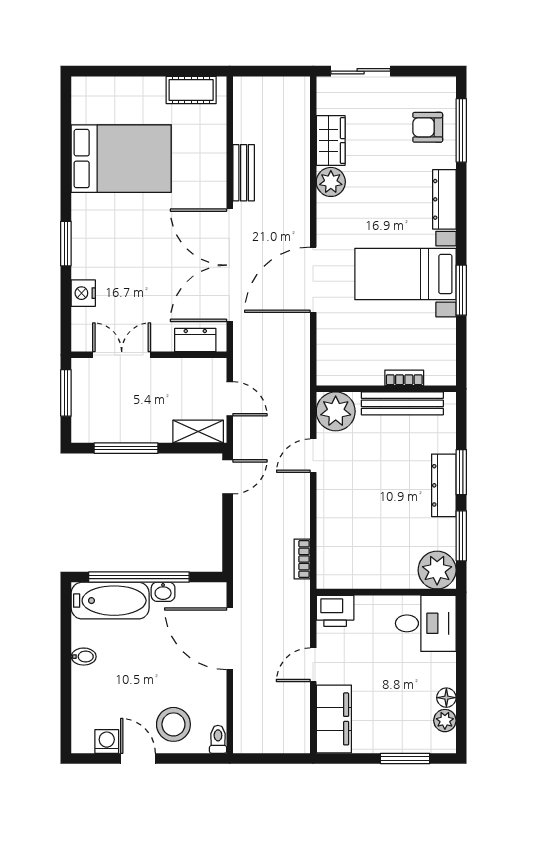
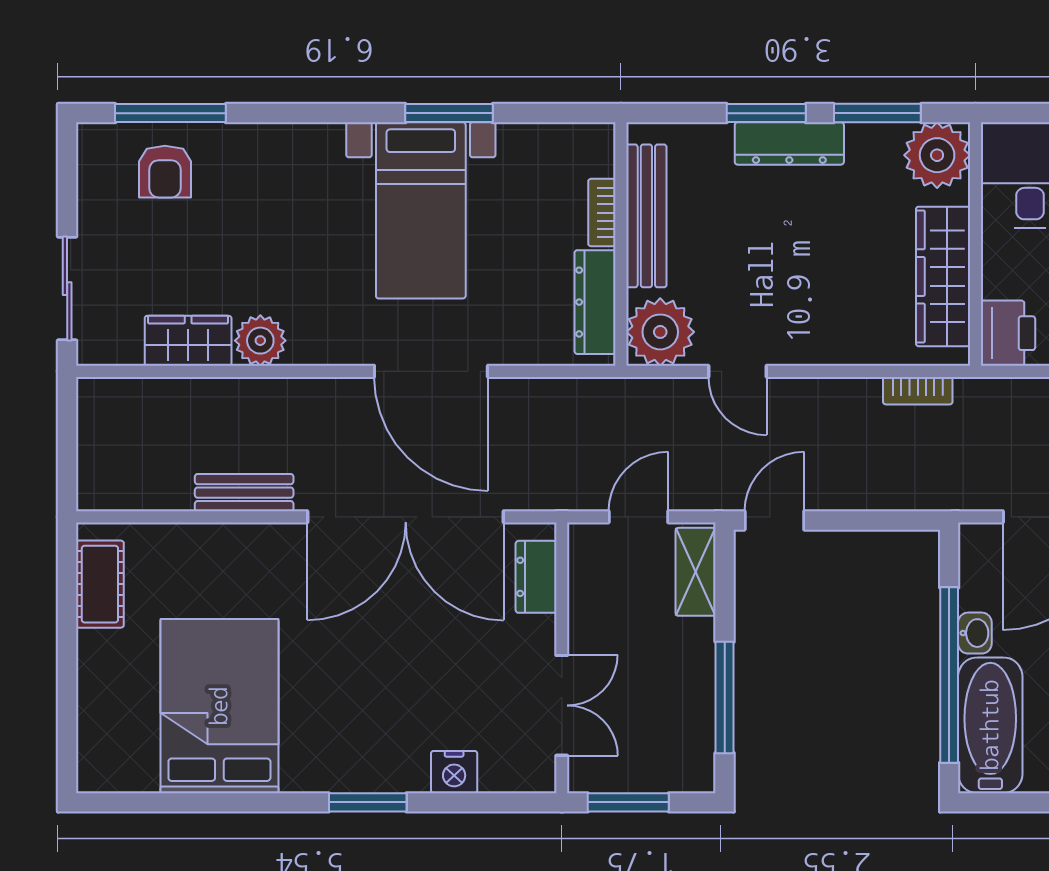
dresser: (444, 199) -> (595, 302), moved, turned 90
double door: (122, 355) -> (562, 705), swing flipped
door: (228, 477) -> (774, 520), hinge flipped
wardrobe: (368, 574) -> (943, 276), added

